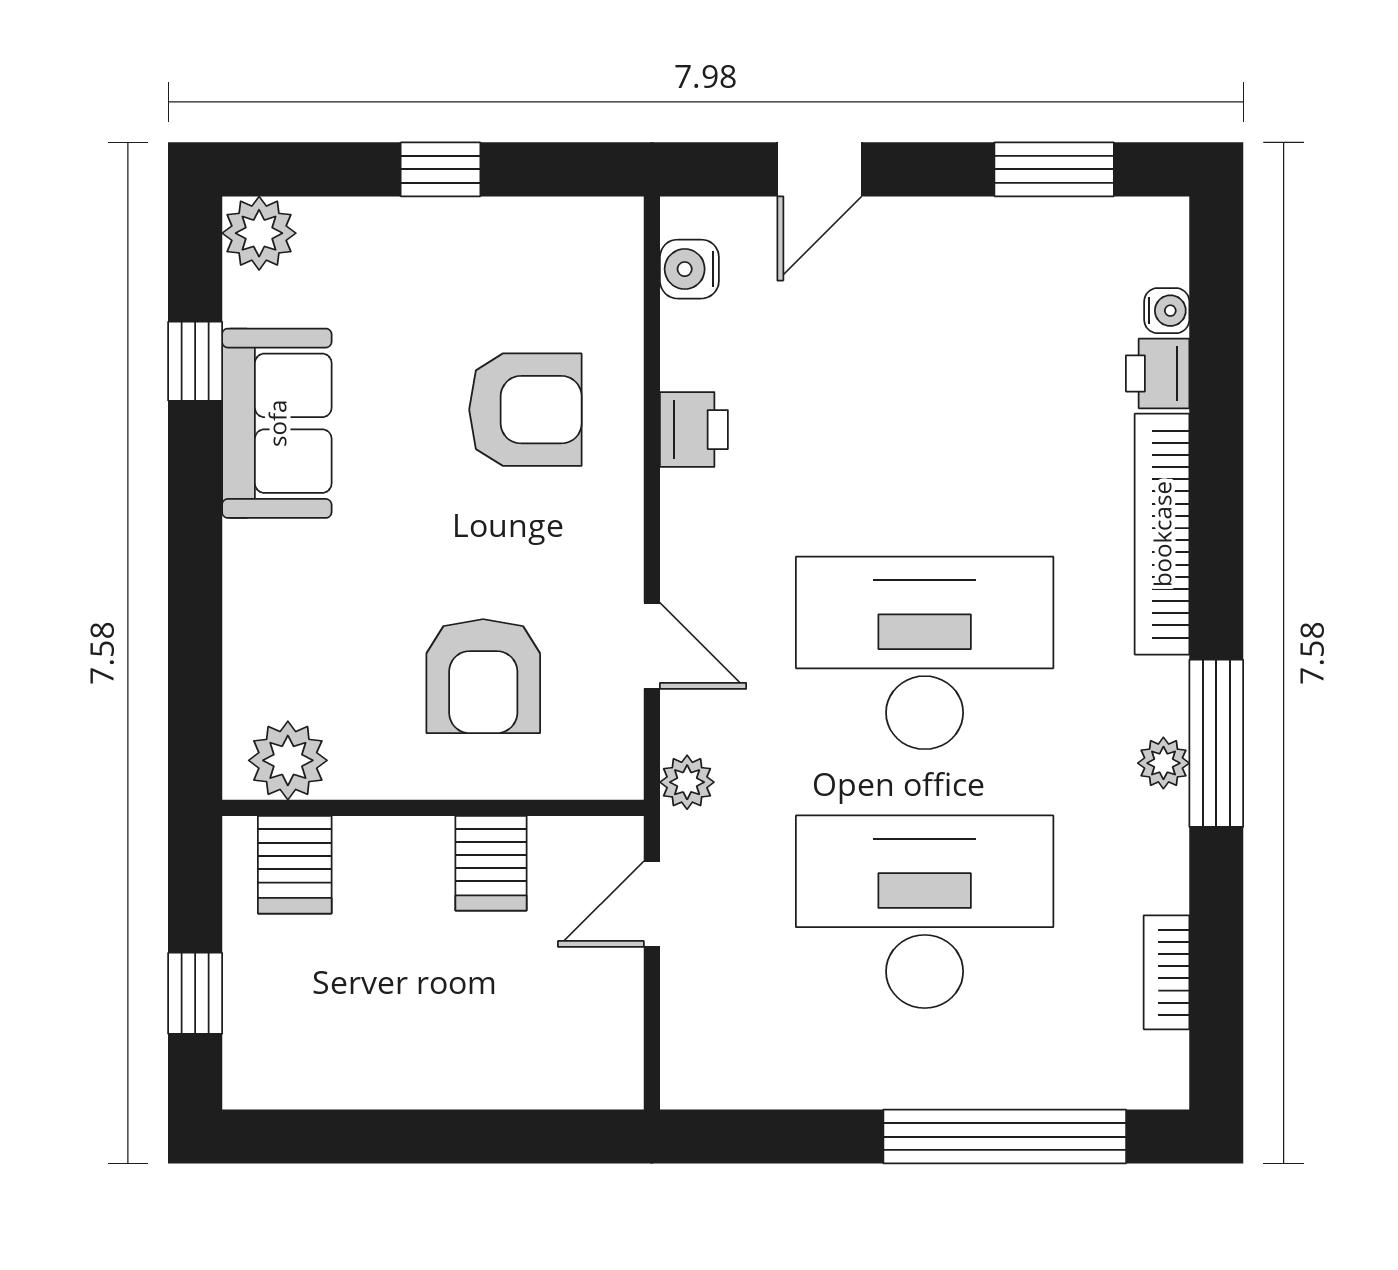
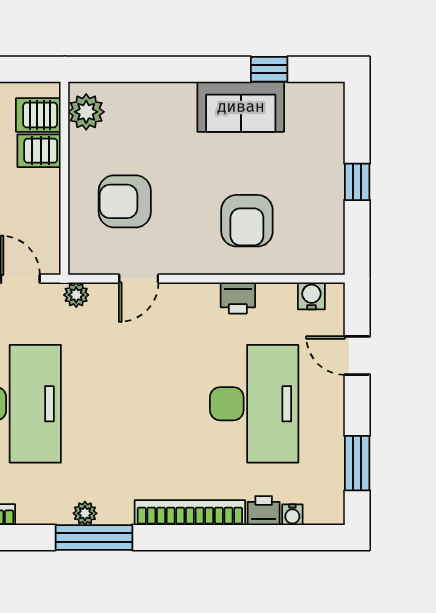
plant: (259, 233) -> (328, 99), removed
desk: (925, 653) -> (254, 404), moved
server rack: (491, 863) -> (39, 151), moved

